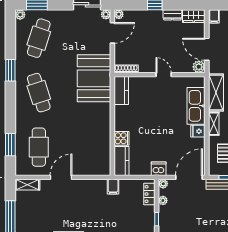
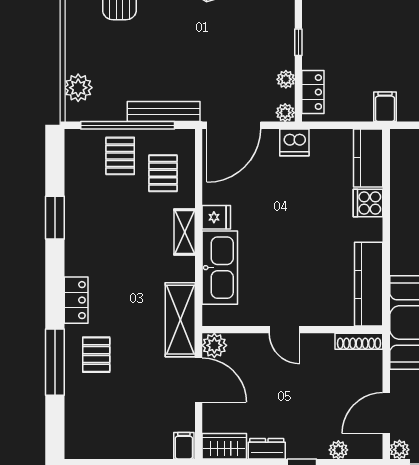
plant: (119, 14) -> (338, 450), moved
kitchen counter: (121, 91) -> (369, 284), width x1.50
shelving: (216, 93) -> (180, 320), moved

